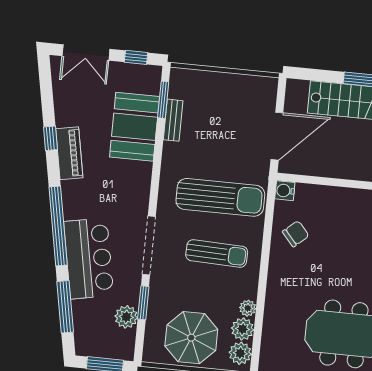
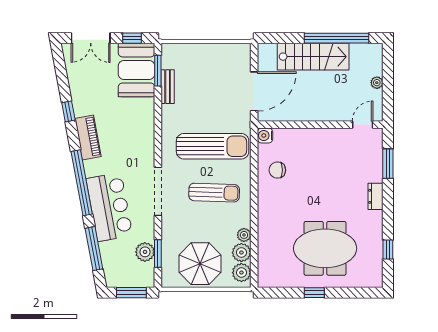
booth: (135, 127) -> (137, 70), moved
piano: (69, 153) -> (88, 138), moved
chair: (296, 234) -> (277, 170), turned -139
window: (143, 303) -> (158, 253), moved

